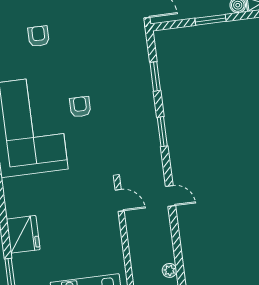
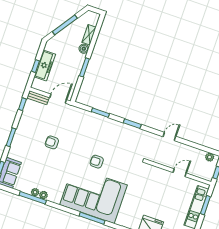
armchair: (39, 36) -> (52, 142), moved
door: (120, 200) -> (180, 173), moved

